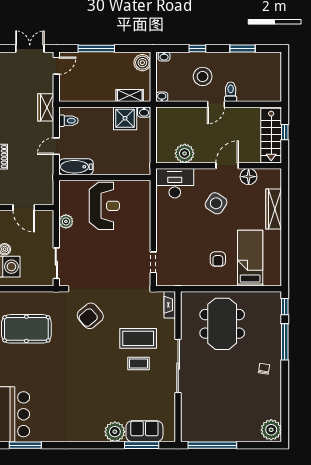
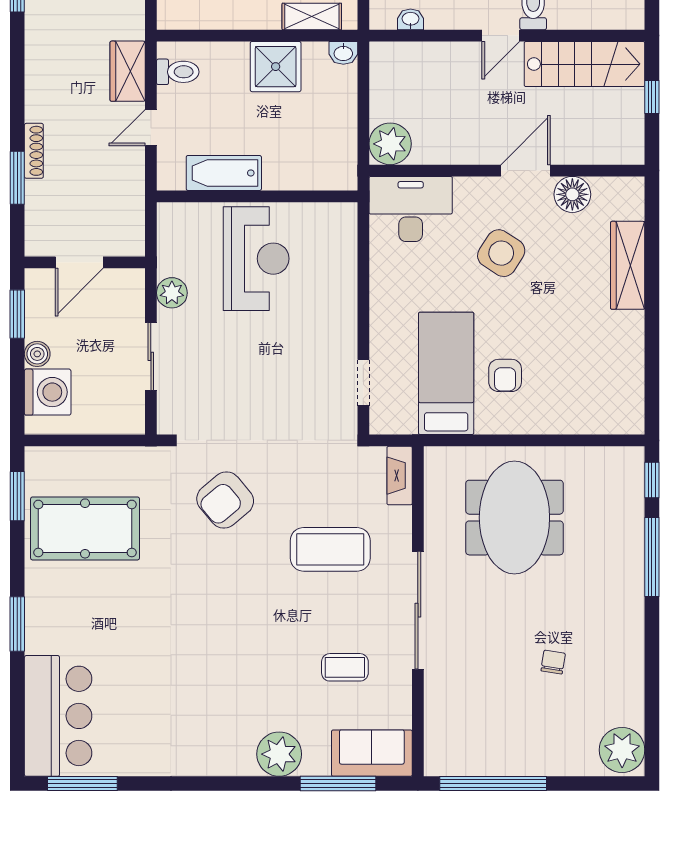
washbasin: (162, 97) -> (411, 19), moved
wardrobe: (46, 107) -> (128, 71), moved
shower: (125, 118) -> (276, 67), moved
stairs: (271, 136) -> (584, 64), moved, turned -90
plant: (185, 153) -> (390, 144), moved
bathtub: (76, 167) -> (224, 173), moved
door: (24, 208) -> (79, 262), hinge flipped
bed: (250, 258) -> (446, 373), moved
sliding door: (56, 263) -> (151, 356), moved
coffee table: (138, 364) -> (345, 667), moved
chair: (264, 369) -> (553, 662), moved
sofa: (144, 431) -> (372, 753), moved

